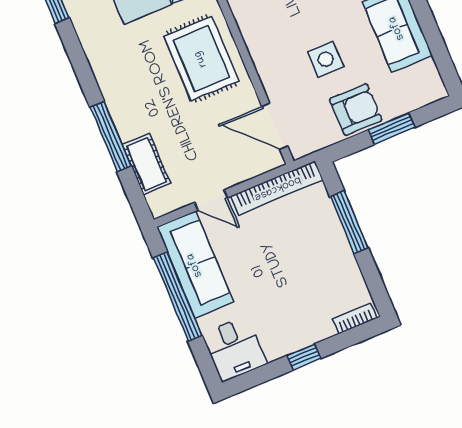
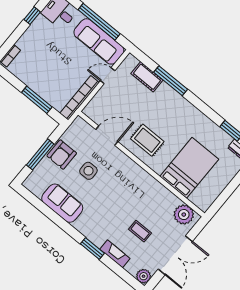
rug: (201, 59) -> (147, 140), width x0.73, depth x0.70
door: (275, 126) -> (107, 136), moved
window: (391, 129) -> (40, 154), width x1.44
window: (304, 357) -> (32, 16), moved

